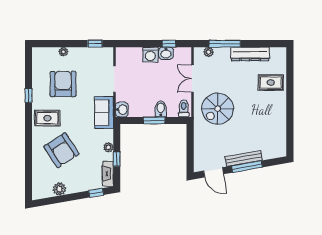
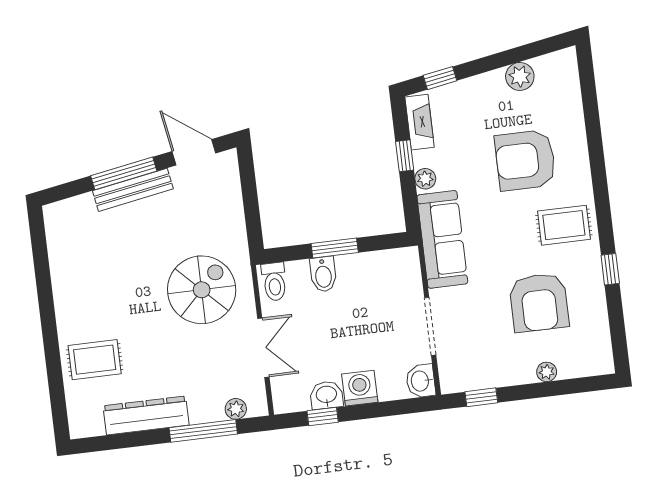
washbasin: (122, 110) -> (421, 381), moved
sofa: (104, 113) -> (442, 239), width x1.36
armchair: (61, 150) -> (525, 160), turned -57

